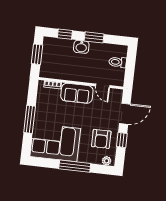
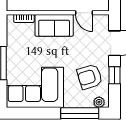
armchair: (101, 139) -> (90, 77), turned 73
window: (75, 166) -> (80, 113), moved

